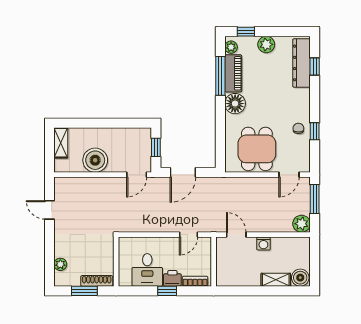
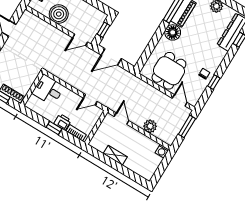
door: (289, 175) -> (180, 100), swing flipped
plant: (302, 224) -> (150, 126), moved
washing machine: (263, 244) -> (162, 151), moved
desk: (147, 270) -> (48, 90), moved, turned 90
boiler: (300, 278) -> (146, 172), removed
shelving: (276, 280) -> (115, 155), moved

